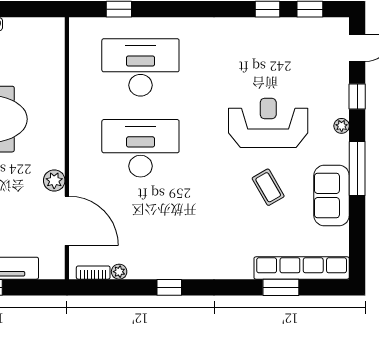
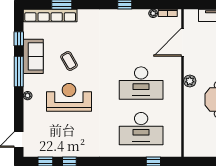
window: (357, 96) -> (19, 39), moved
reception desk: (268, 123) -> (69, 97), turned 180
plant: (54, 181) -> (190, 81), moved
door: (67, 221) -> (183, 42), hinge flipped

